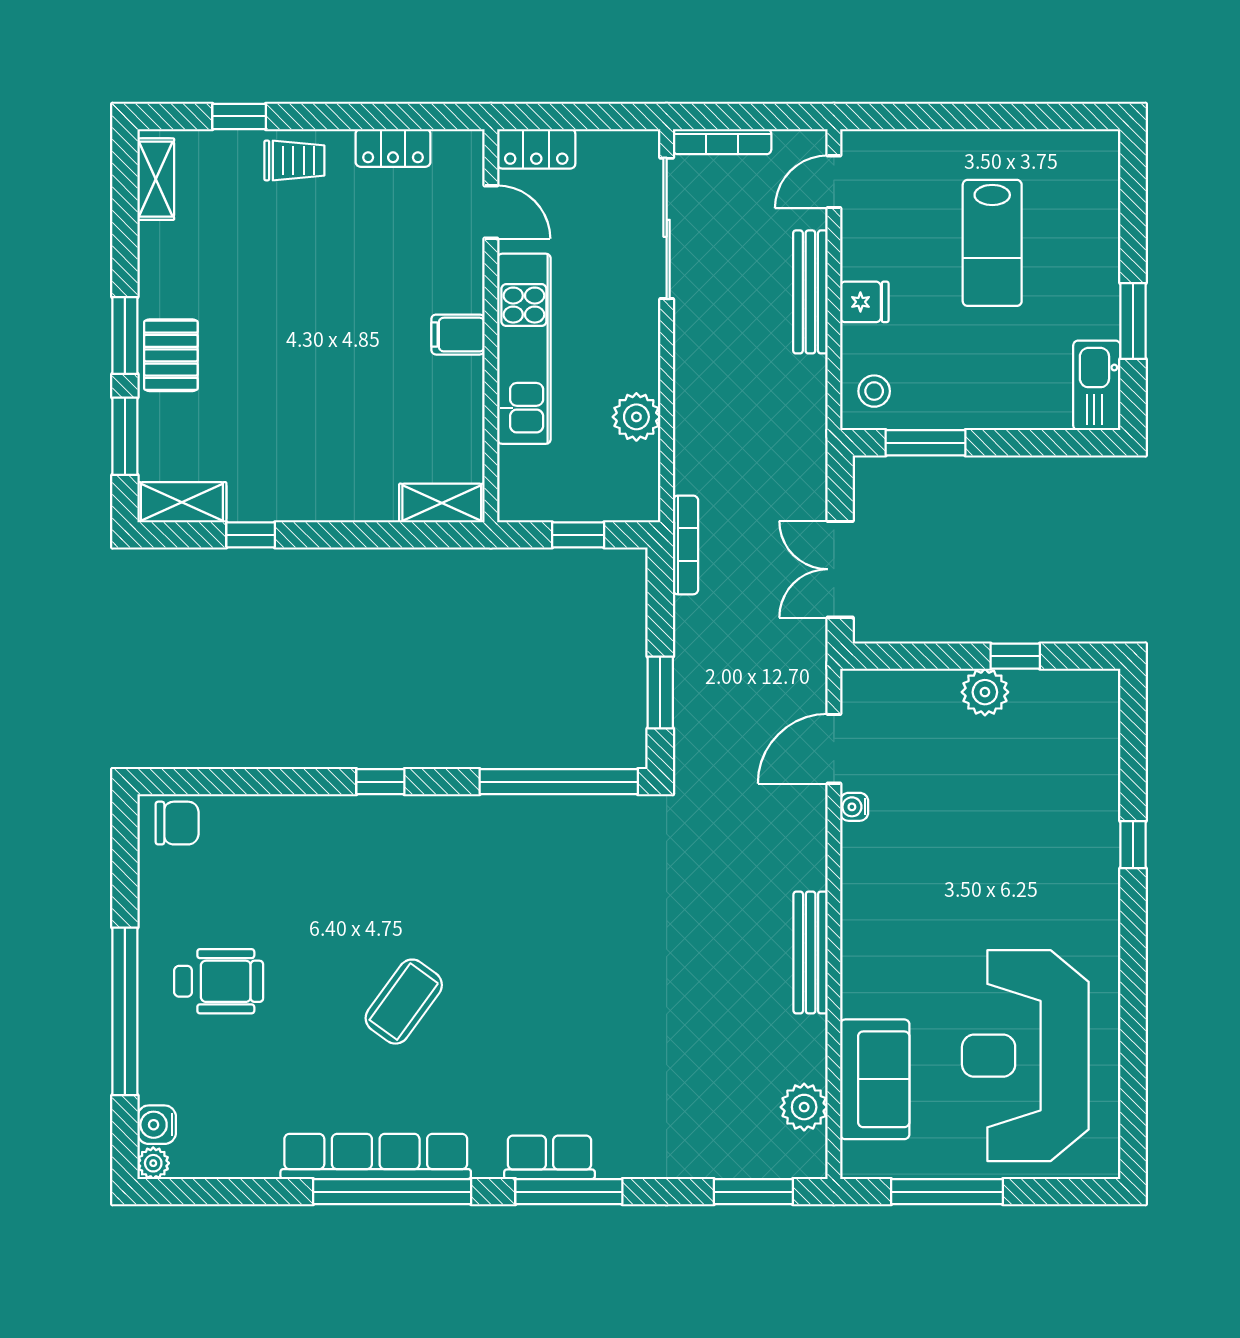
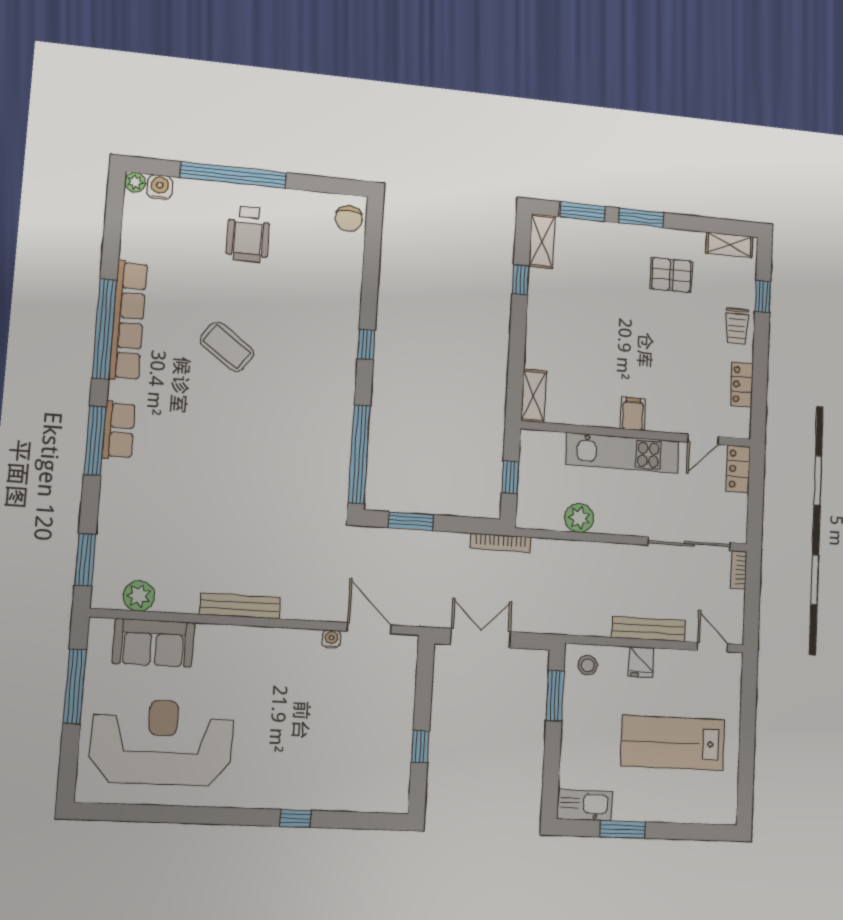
bookcase: (722, 142) -> (739, 570), width x0.64
lab bench: (992, 243) -> (673, 743), width x1.36, depth x1.39
pallet: (171, 355) -> (671, 275), moved
plant: (985, 692) -> (399, 726), removed

